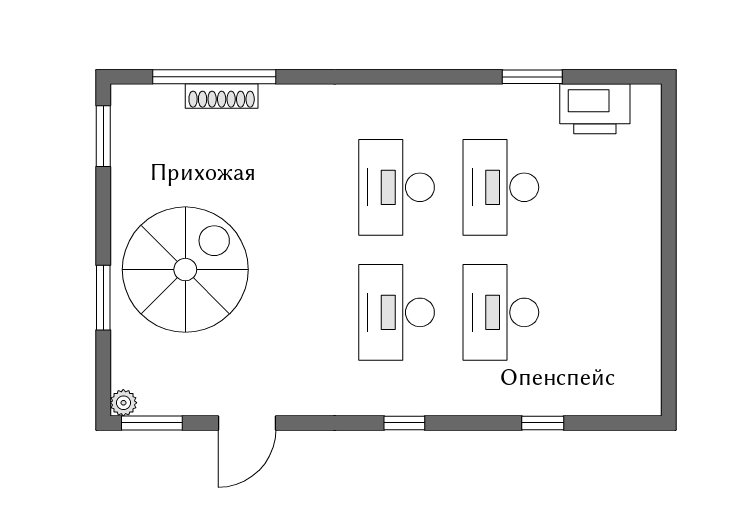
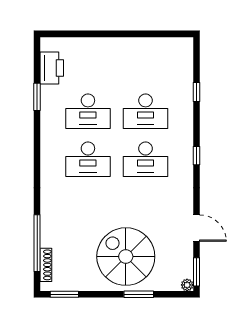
shoe rack: (222, 96) -> (46, 265), moved

